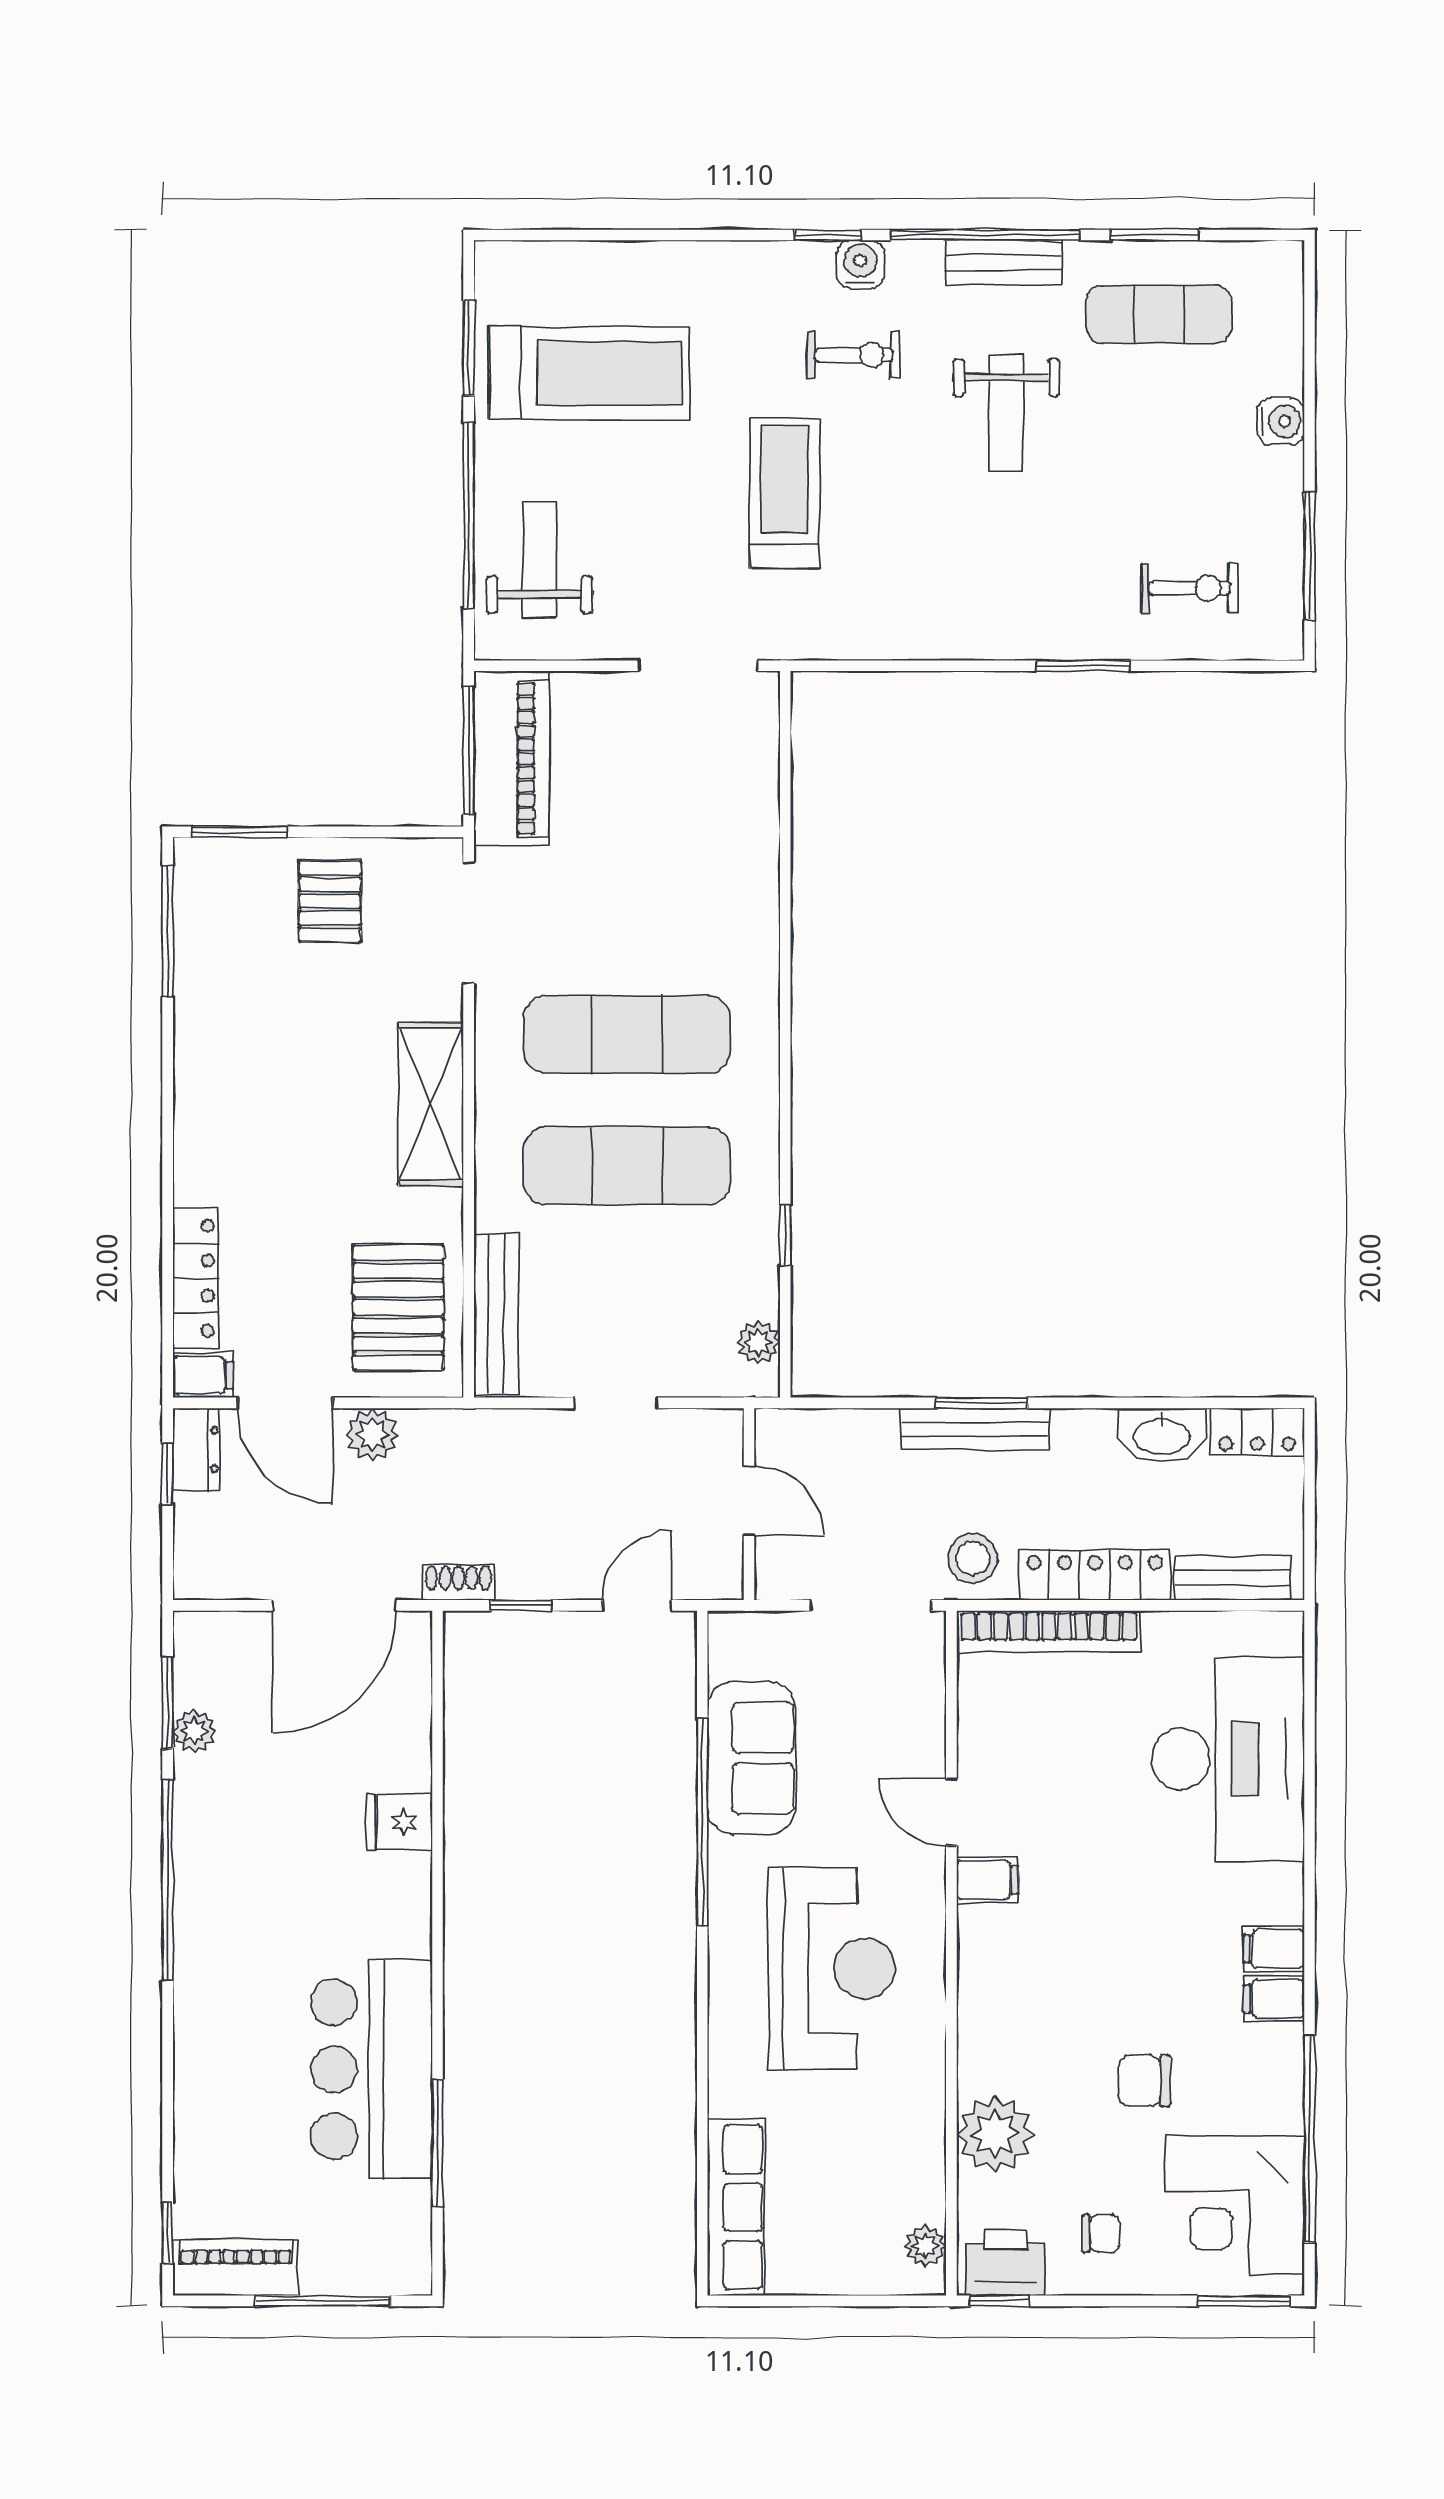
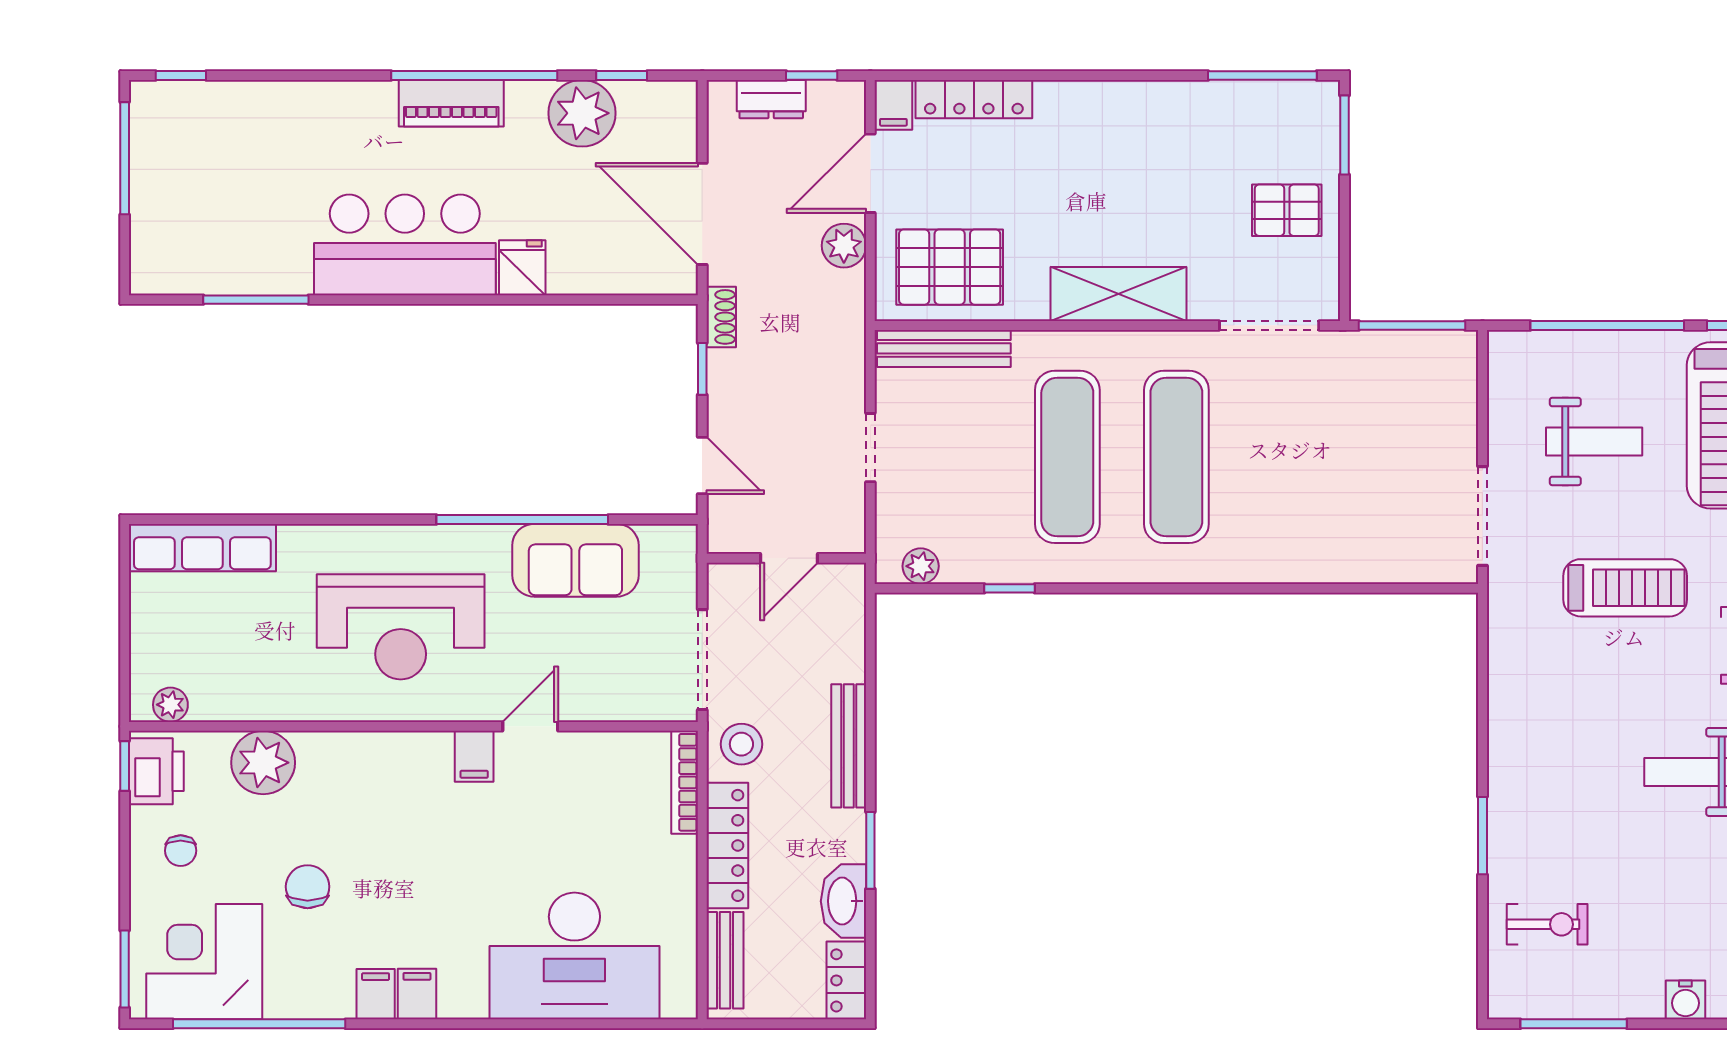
weight bench: (539, 560) -> (1594, 441), moved
exercise bike: (1190, 588) -> (1547, 924), turned -90
piano: (512, 759) -> (1405, 361), removed
window: (982, 1403) -> (870, 850), moved
dresser: (196, 1450) -> (771, 99), moved
bookcase: (1049, 1631) -> (685, 782), width x0.68, depth x0.76
window: (168, 1702) -> (622, 75), width x0.67
plant: (194, 1731) -> (582, 113), width x1.88, depth x1.88
bar counter: (372, 2069) -> (405, 245), moved
piano: (236, 2268) -> (451, 103), moved, turned 90
window: (322, 2301) -> (125, 158), moved

